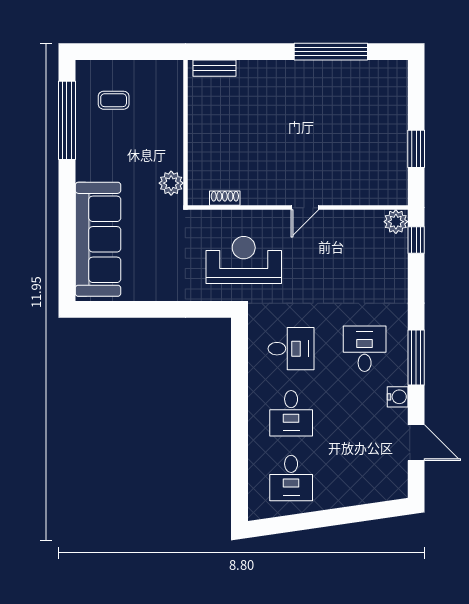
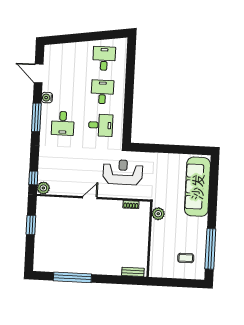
reception desk: (244, 260) -> (123, 172), turned 180
desk: (291, 349) -> (101, 125), turned 180

